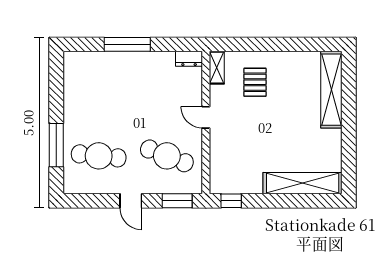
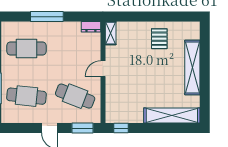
pallet: (255, 82) -> (159, 39), moved
cafe table: (99, 89) -> (26, 49), added
shelving: (331, 90) -> (192, 67), moved
door: (206, 117) -> (103, 69), hinge flipped

